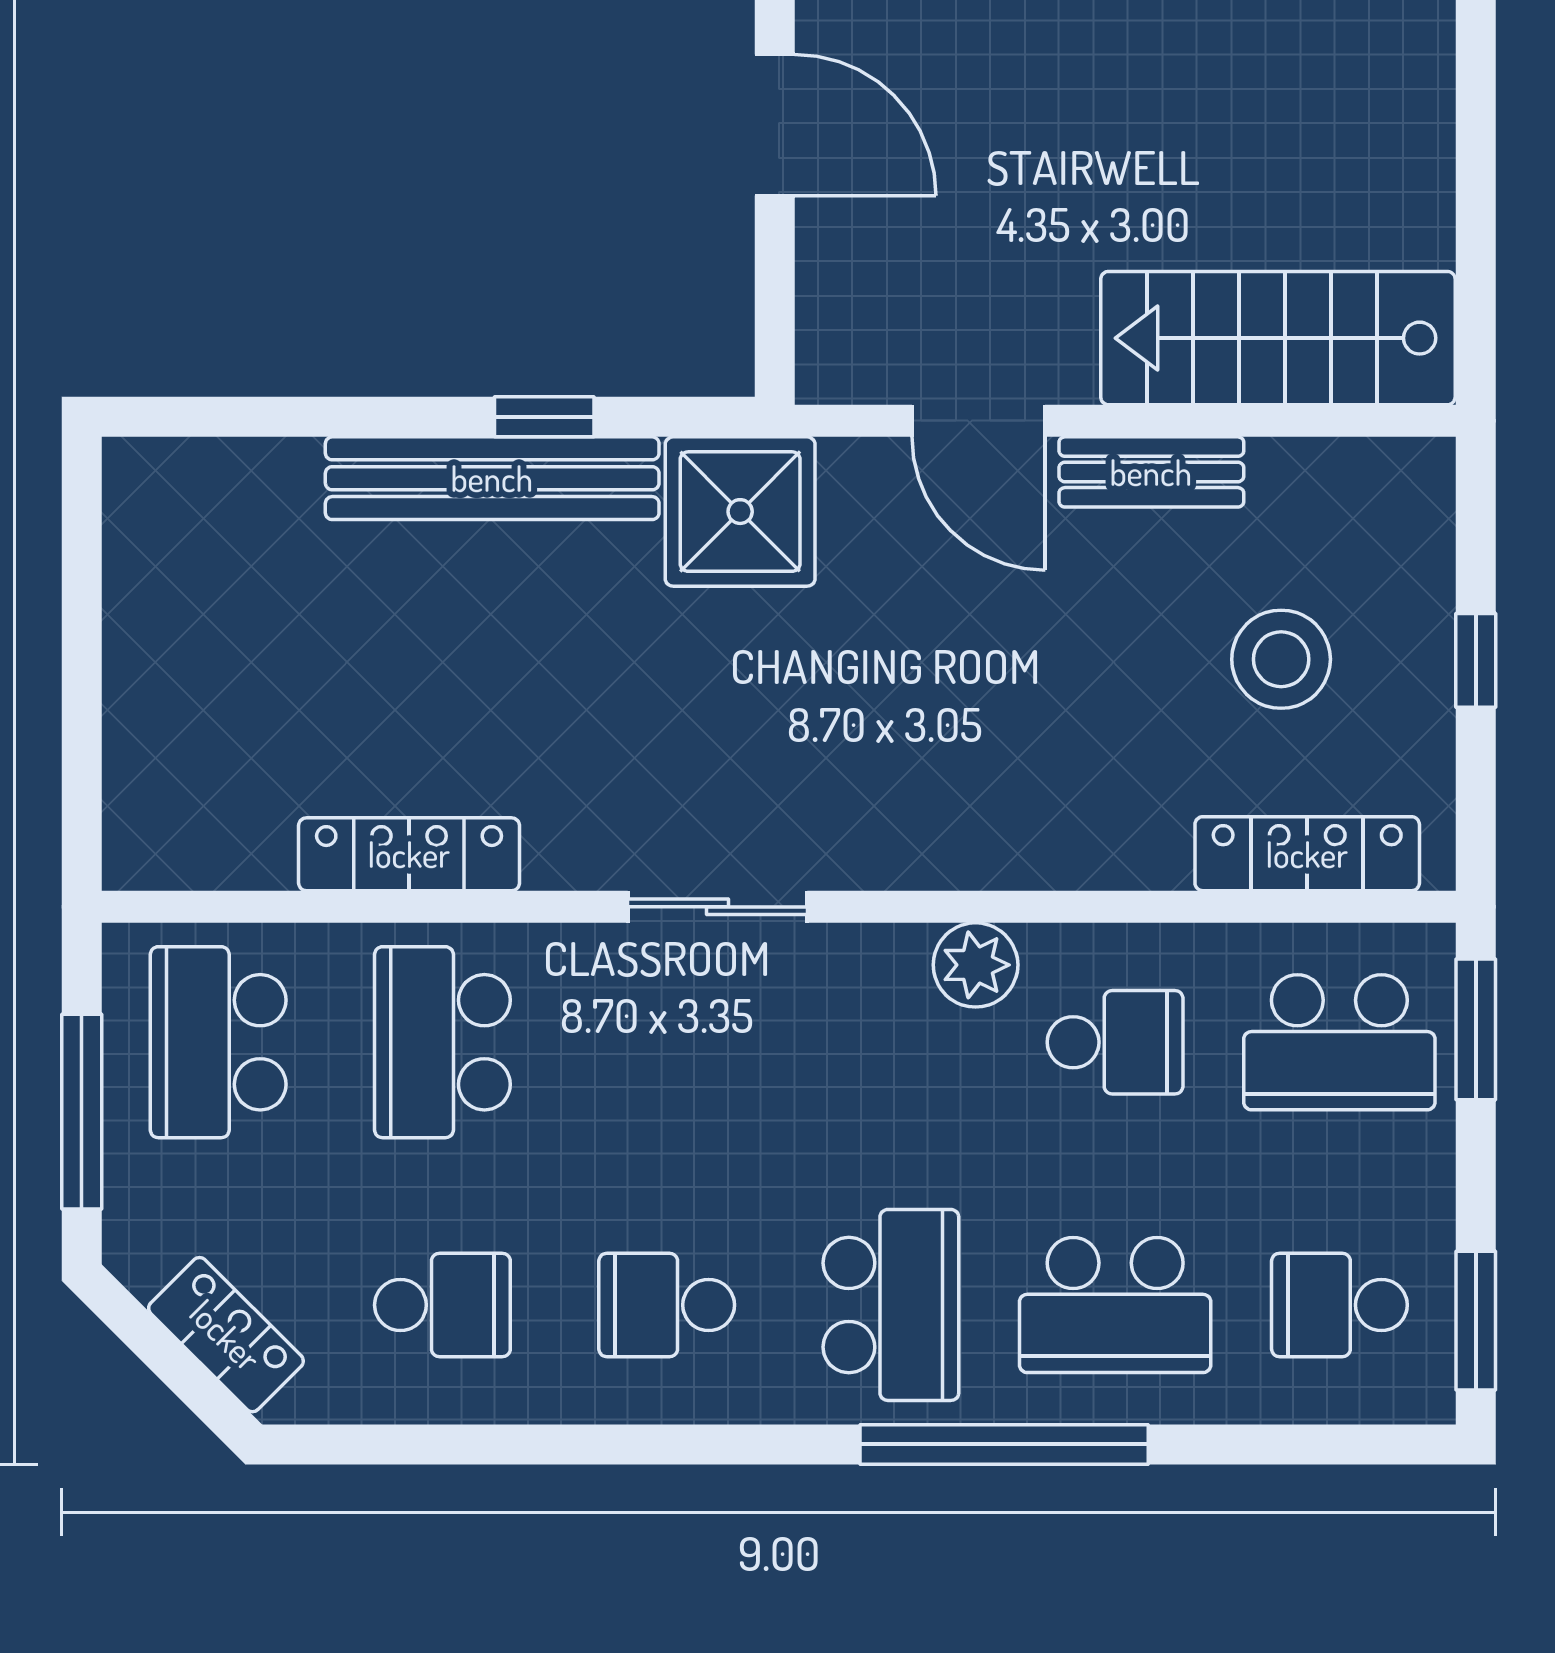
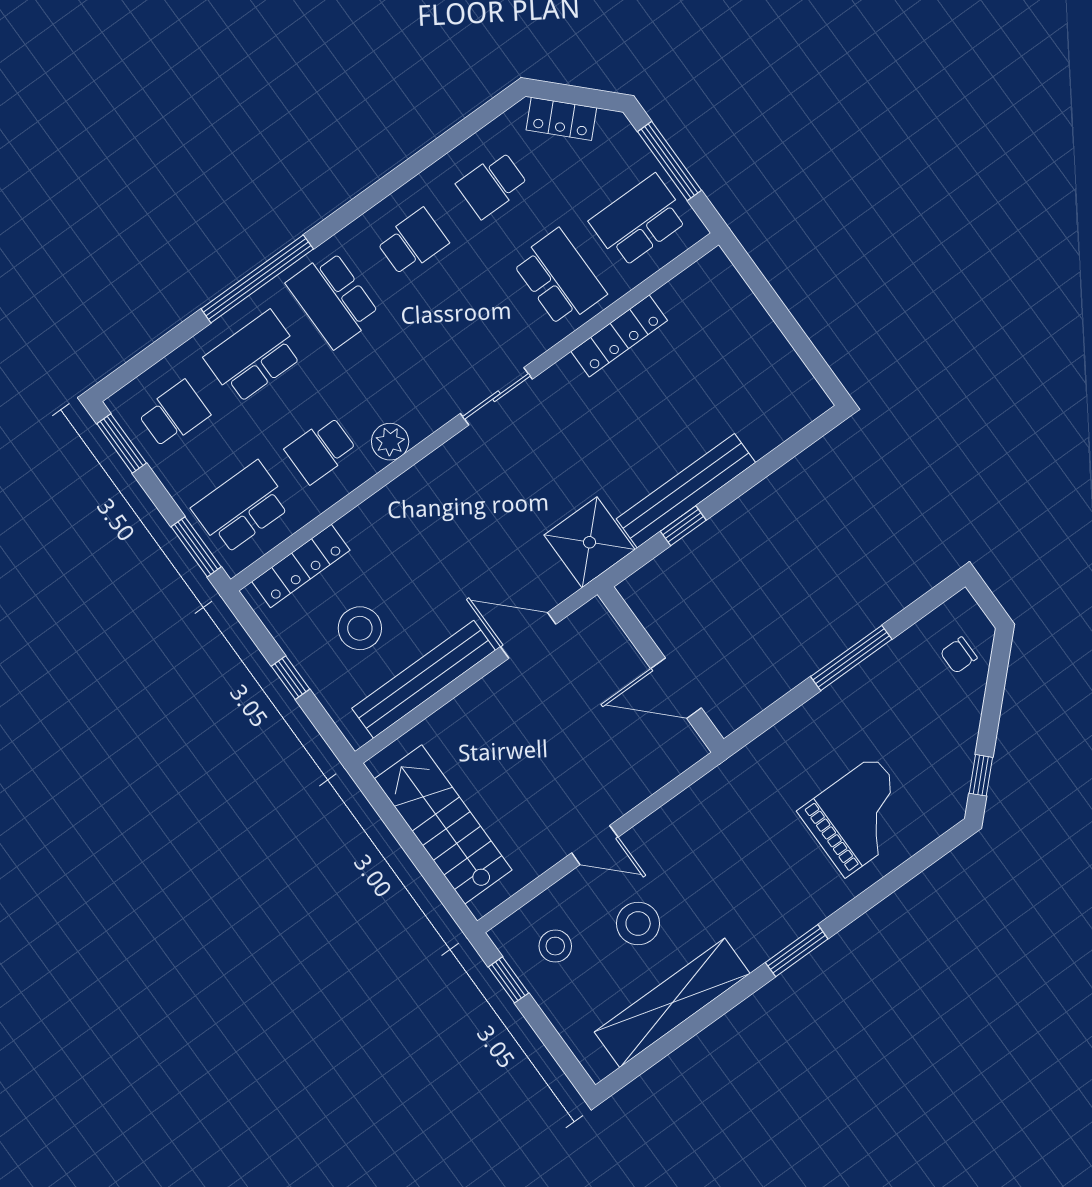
stairs: (1278, 338) -> (443, 824), moved, turned -90
bench: (1151, 472) -> (424, 679), width x1.86, depth x1.21
school desk: (218, 1042) -> (639, 221), turned -90

